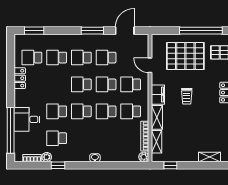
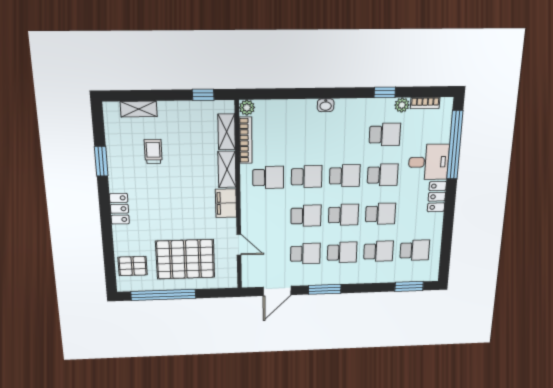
locker: (20, 78) -> (437, 197), moved
school desk: (131, 84) -> (381, 214), moved
trolley: (187, 96) -> (153, 151), moved

